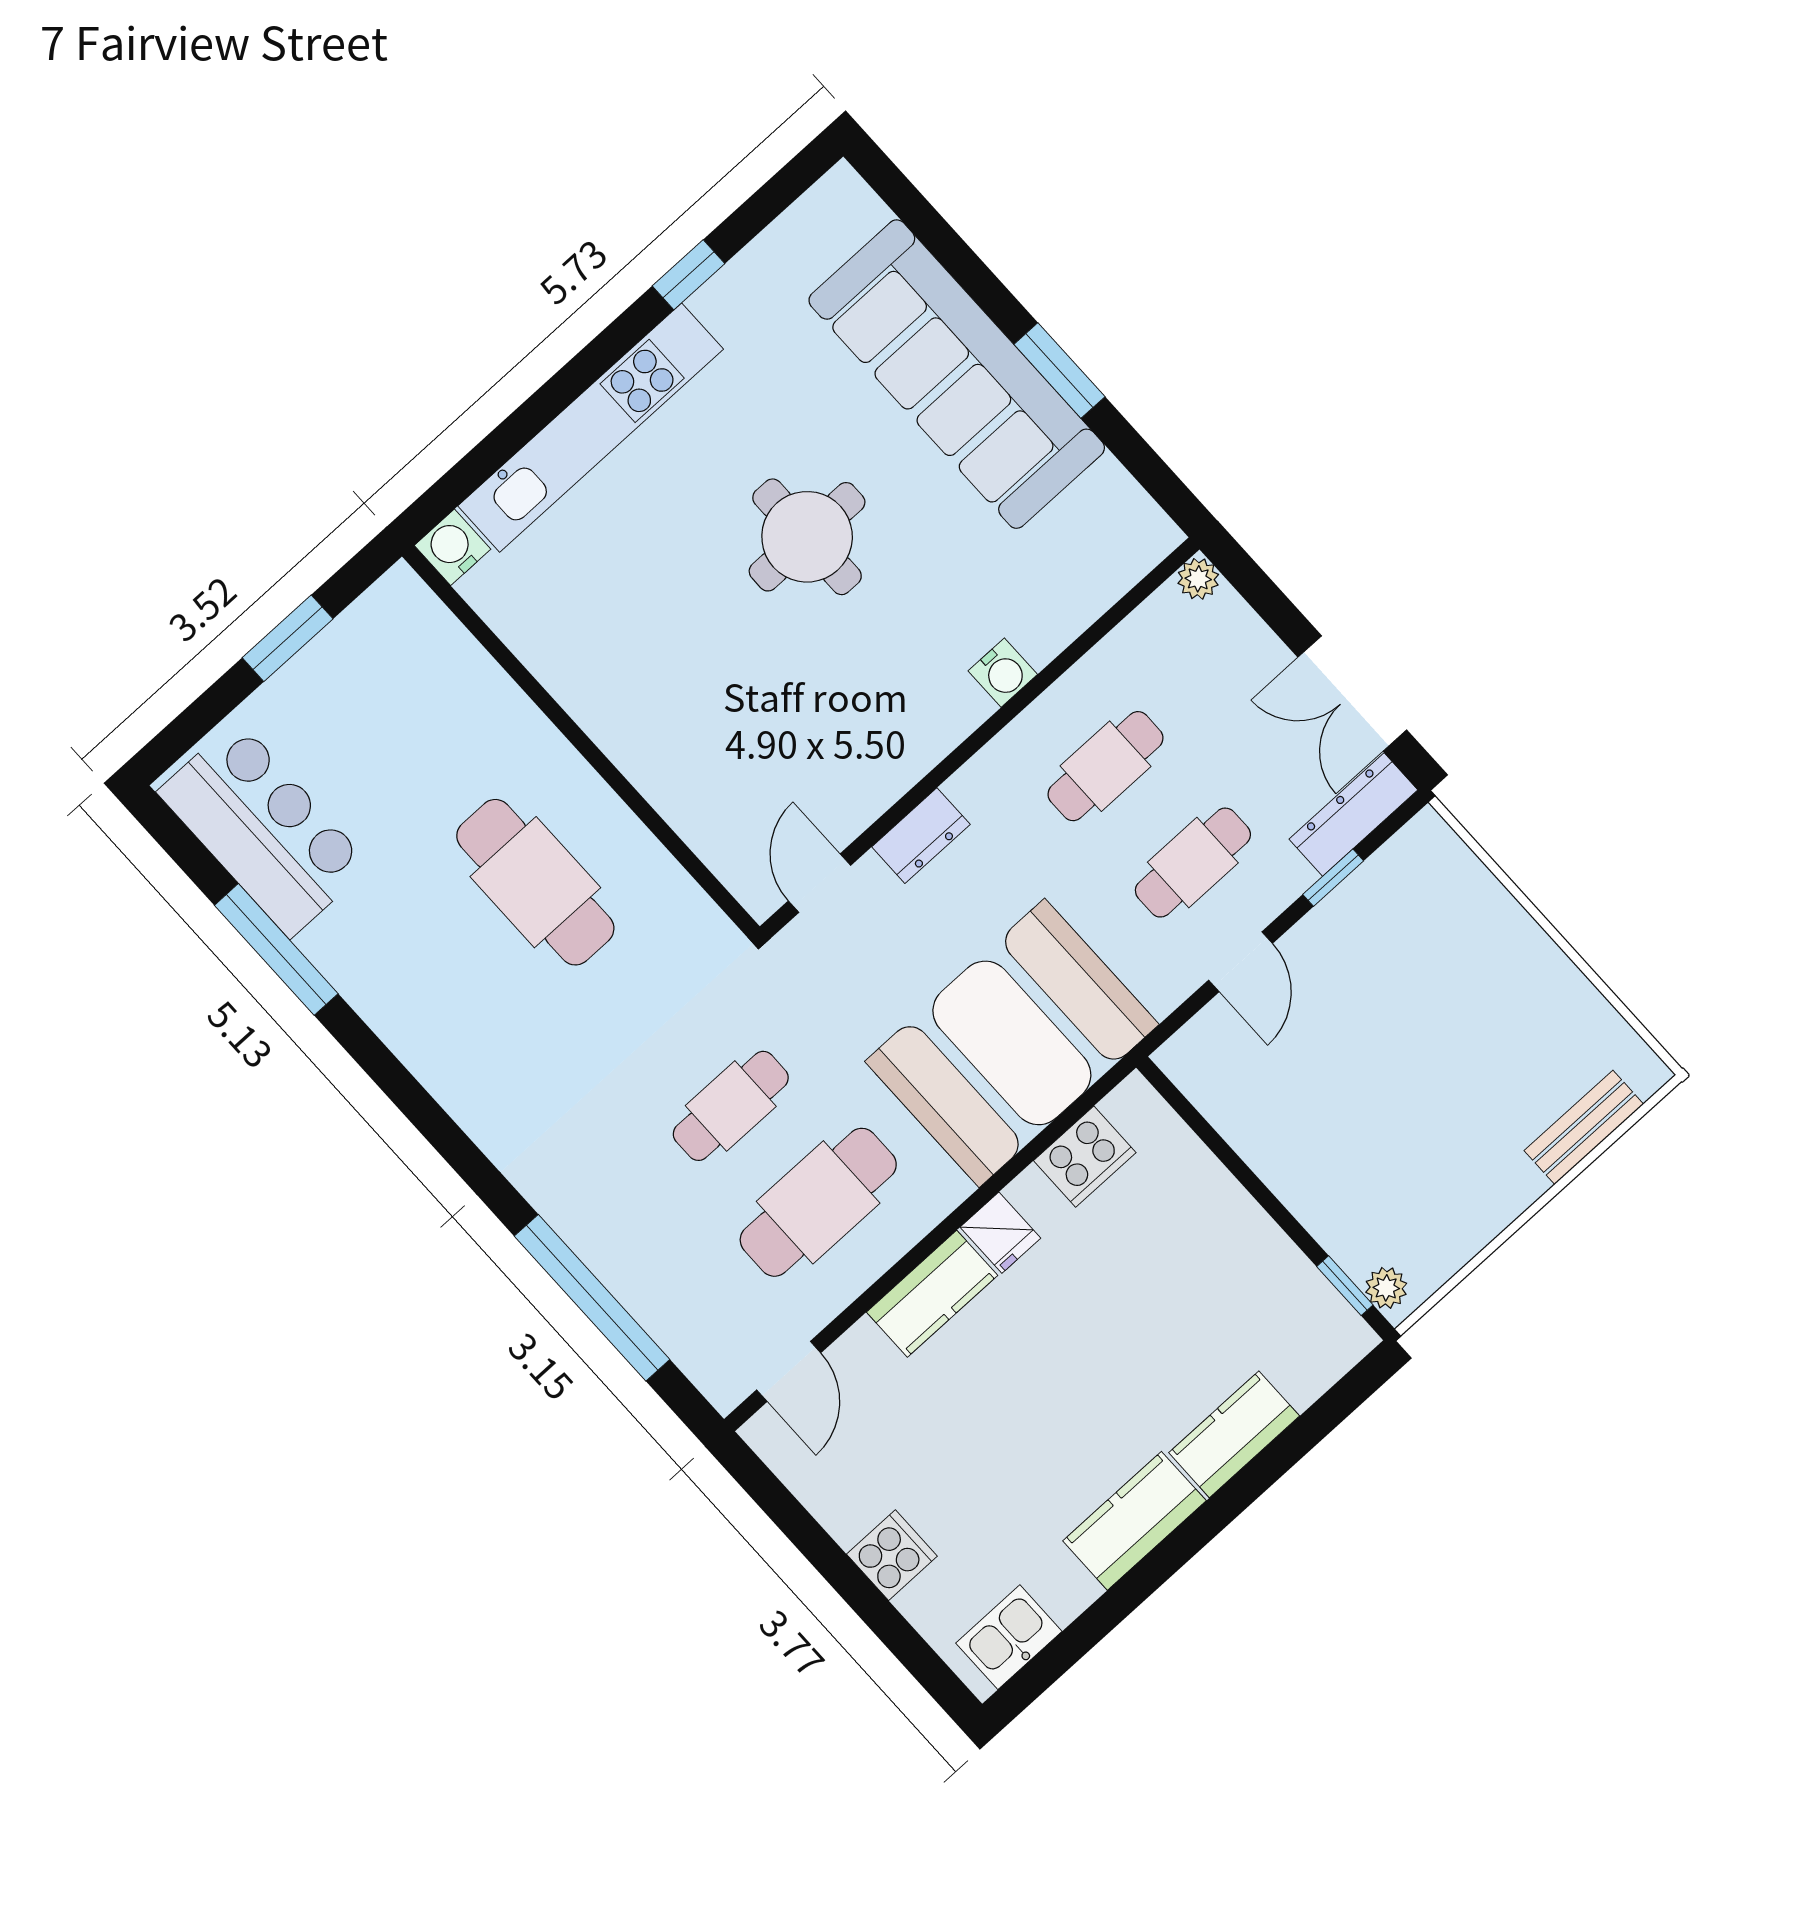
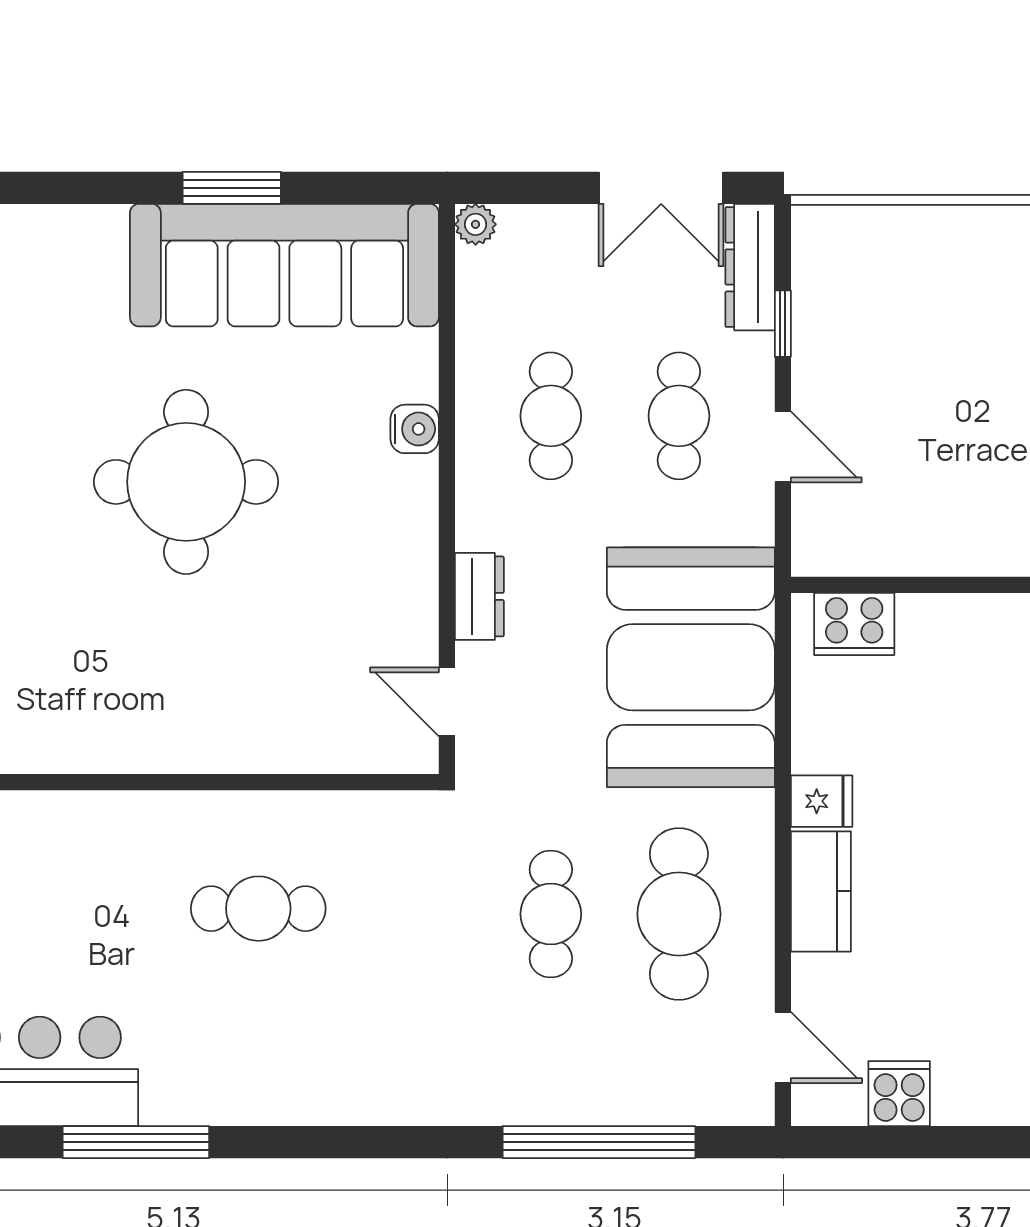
sofa: (957, 374) -> (284, 265), moved
round table: (807, 537) -> (186, 482), width x1.36, depth x1.36
cafe table: (535, 882) -> (258, 909), width x0.73, depth x0.74
cooker: (1085, 1157) -> (854, 624), moved, turned 90
cooker: (892, 1555) -> (899, 1094), moved

